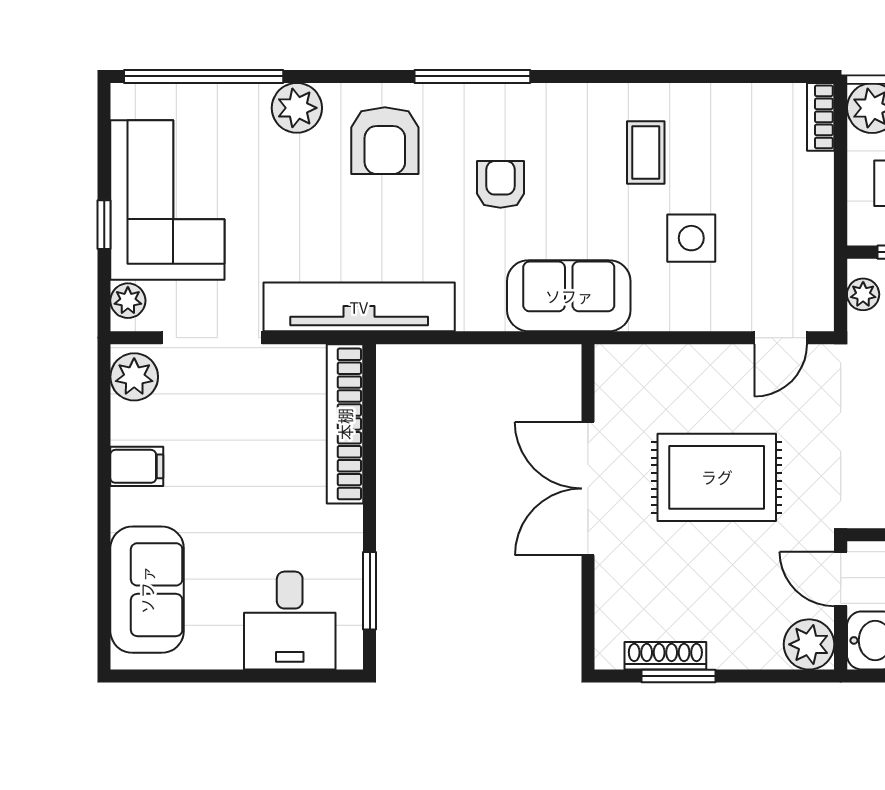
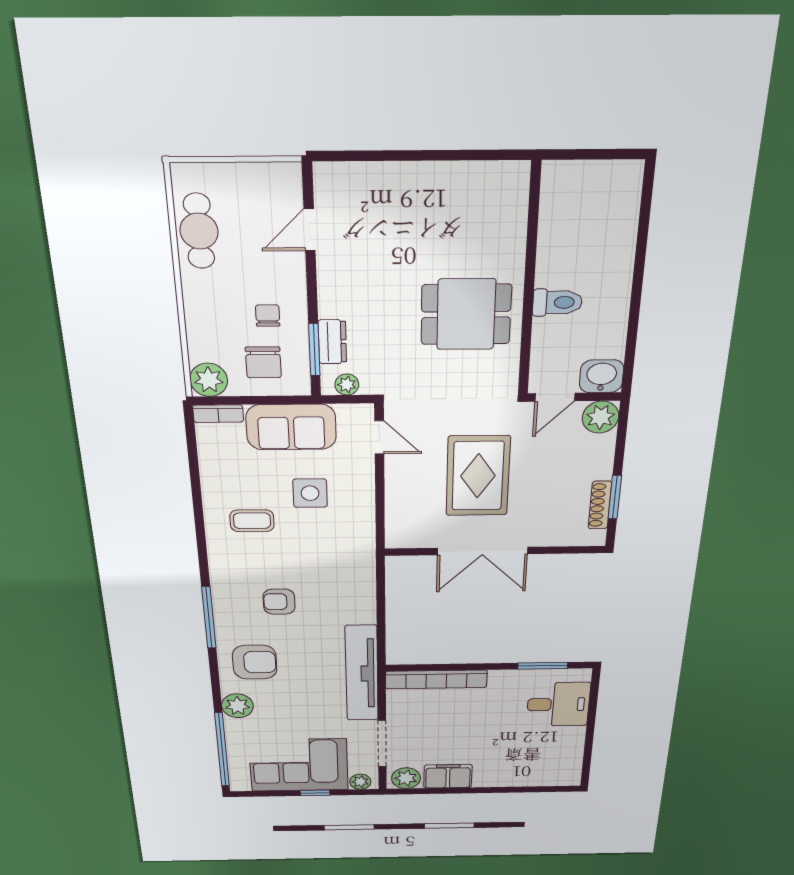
sofa: (569, 296) -> (291, 427), moved, turned -90
filing cabinet: (137, 466) -> (448, 776), width x2.00
sofa: (147, 590) -> (534, 770), removed

